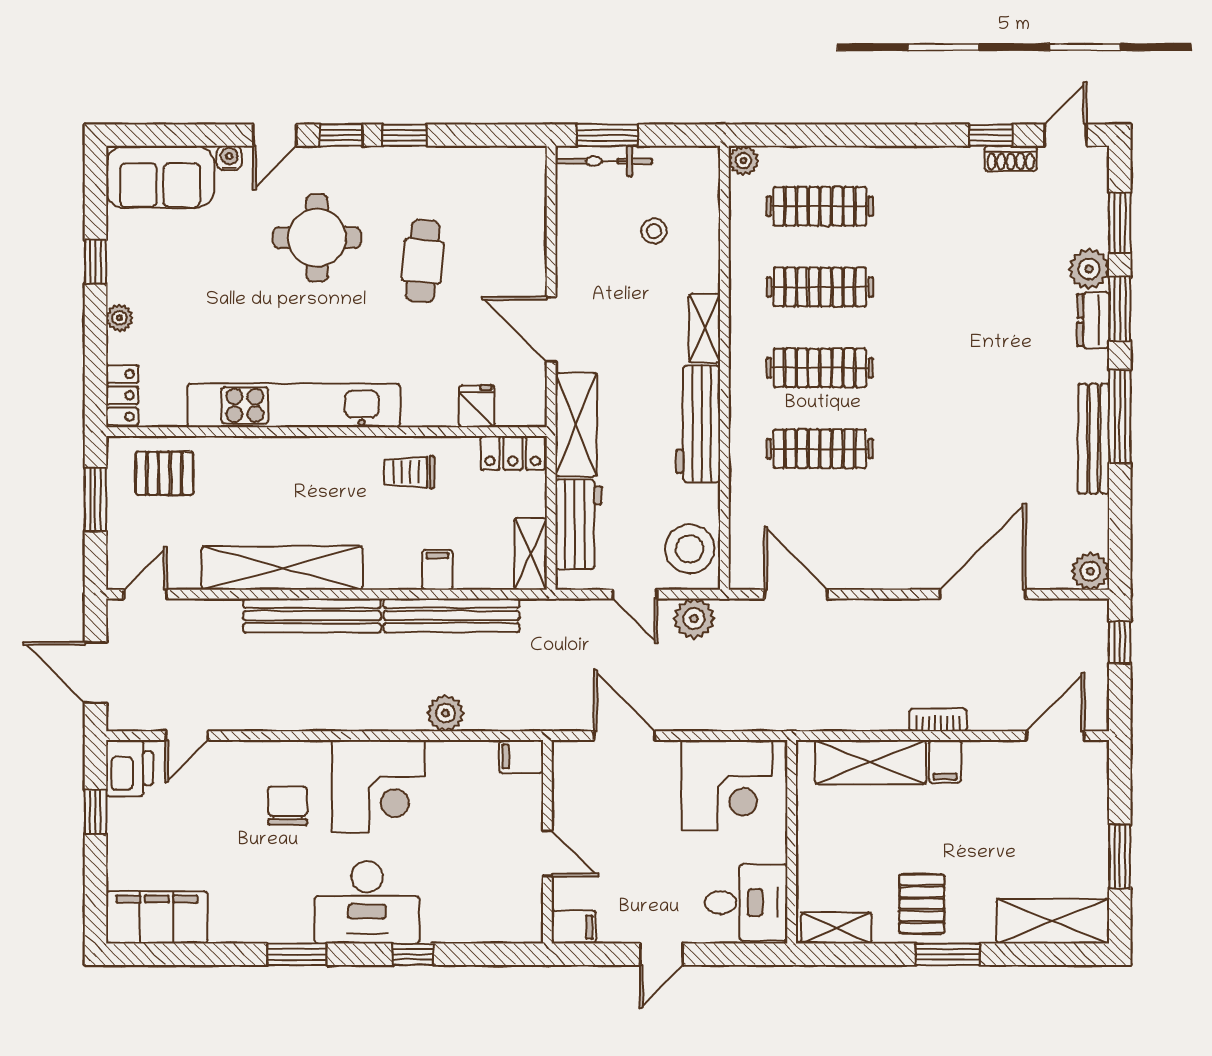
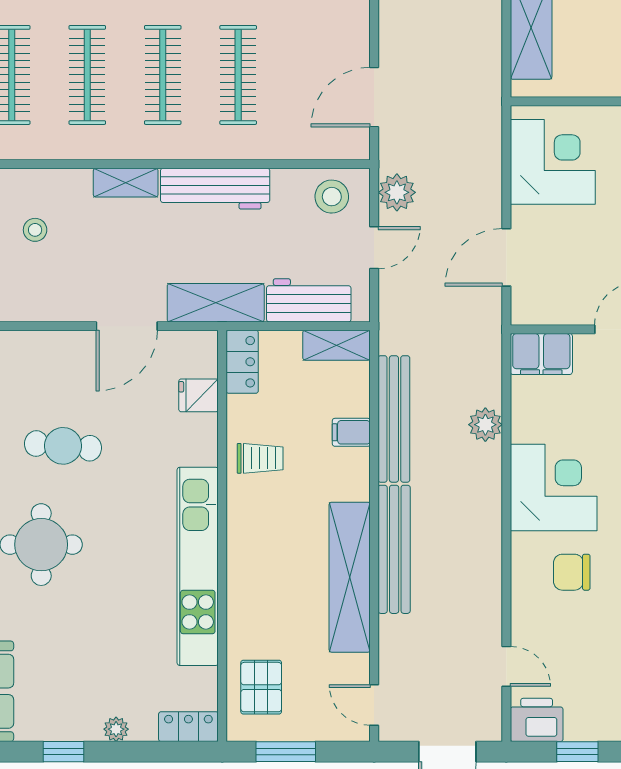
trolley: (409, 472) -> (260, 458), turned -90
stool: (690, 549) -> (332, 197), width x0.73, depth x0.73
filing cabinet: (521, 757) -> (541, 354), width x2.00

